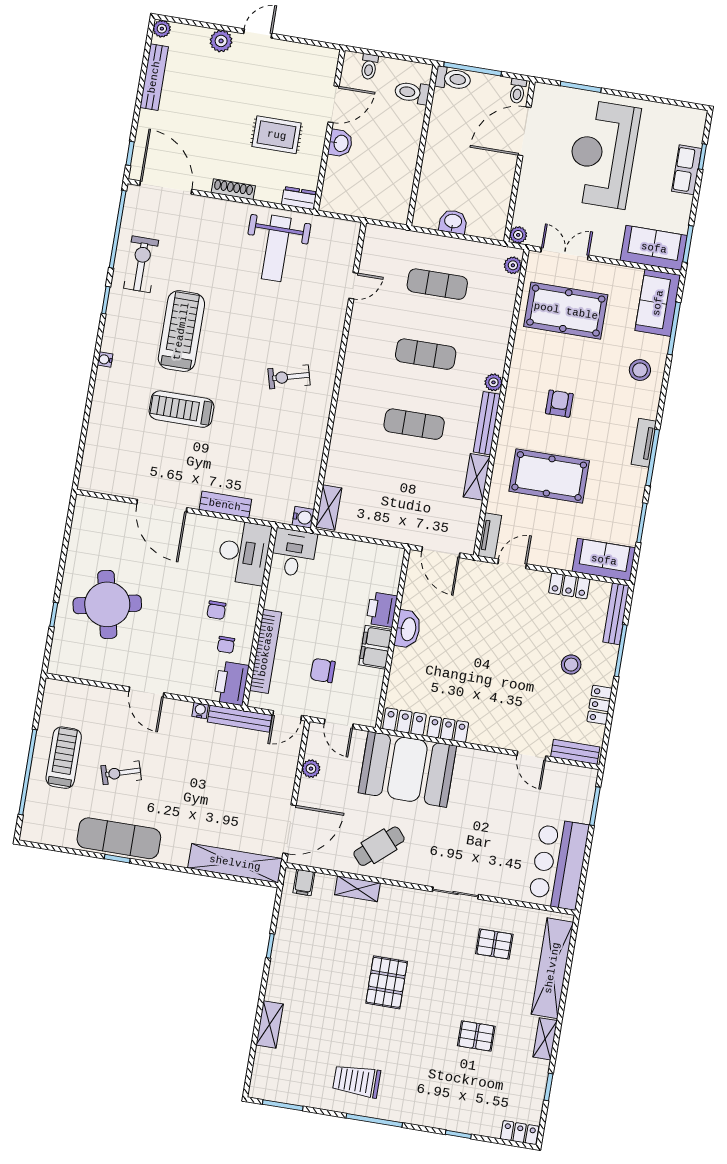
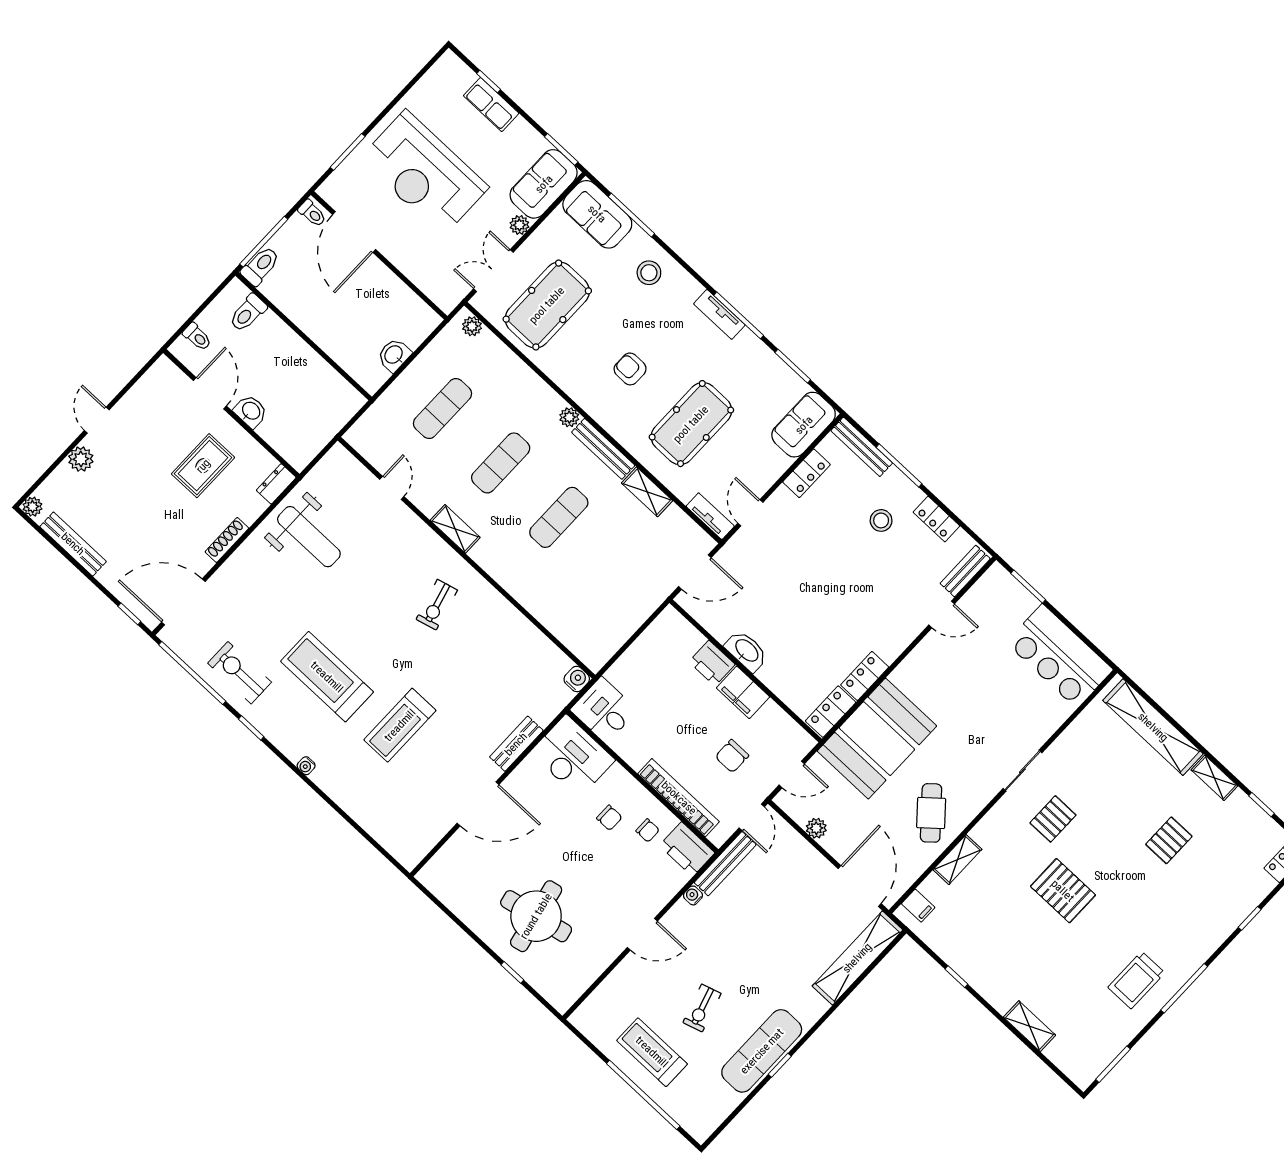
plant: (518, 235) -> (519, 225), moved
shelving: (329, 508) -> (455, 529), moved
pallet: (494, 944) -> (1053, 819), moved

